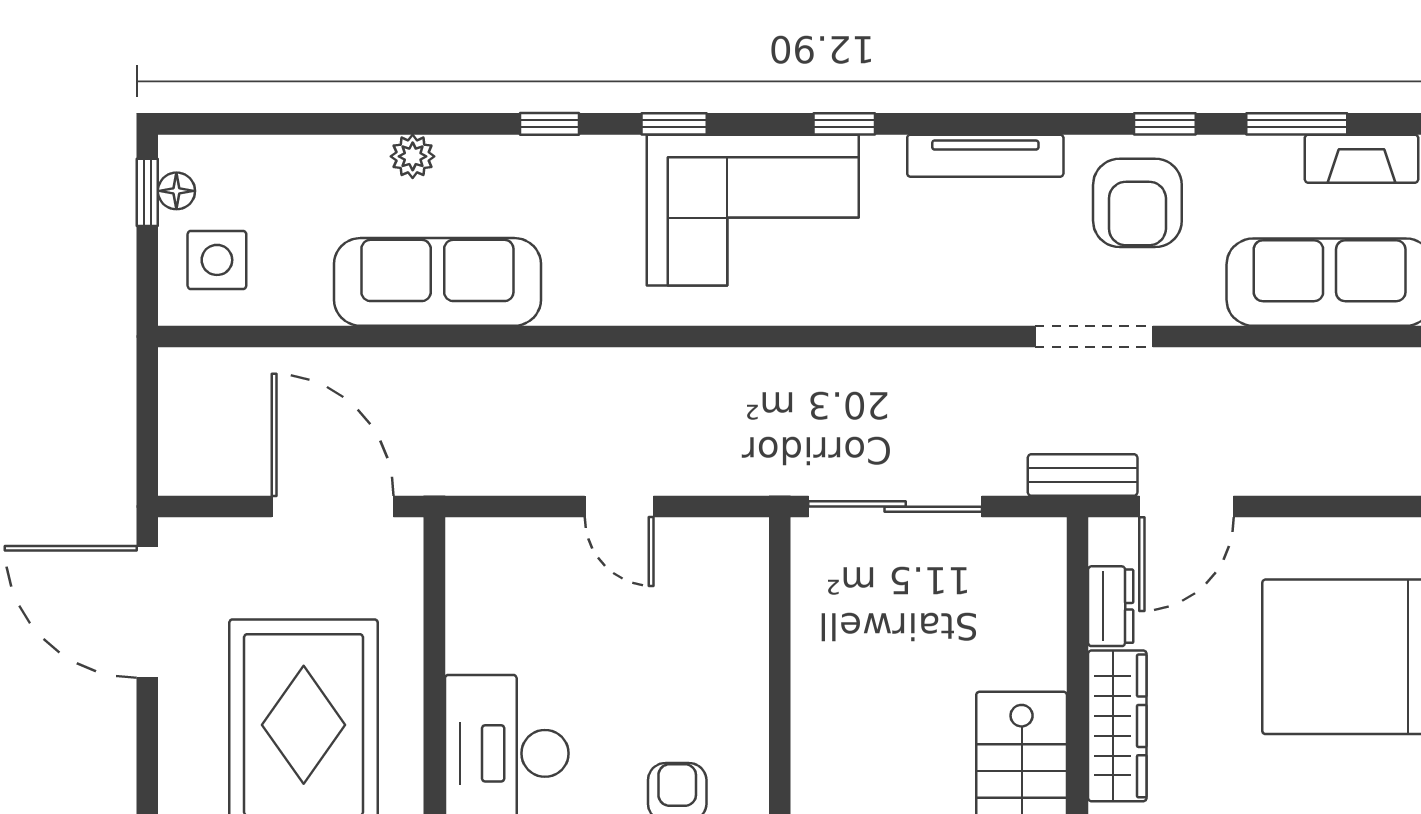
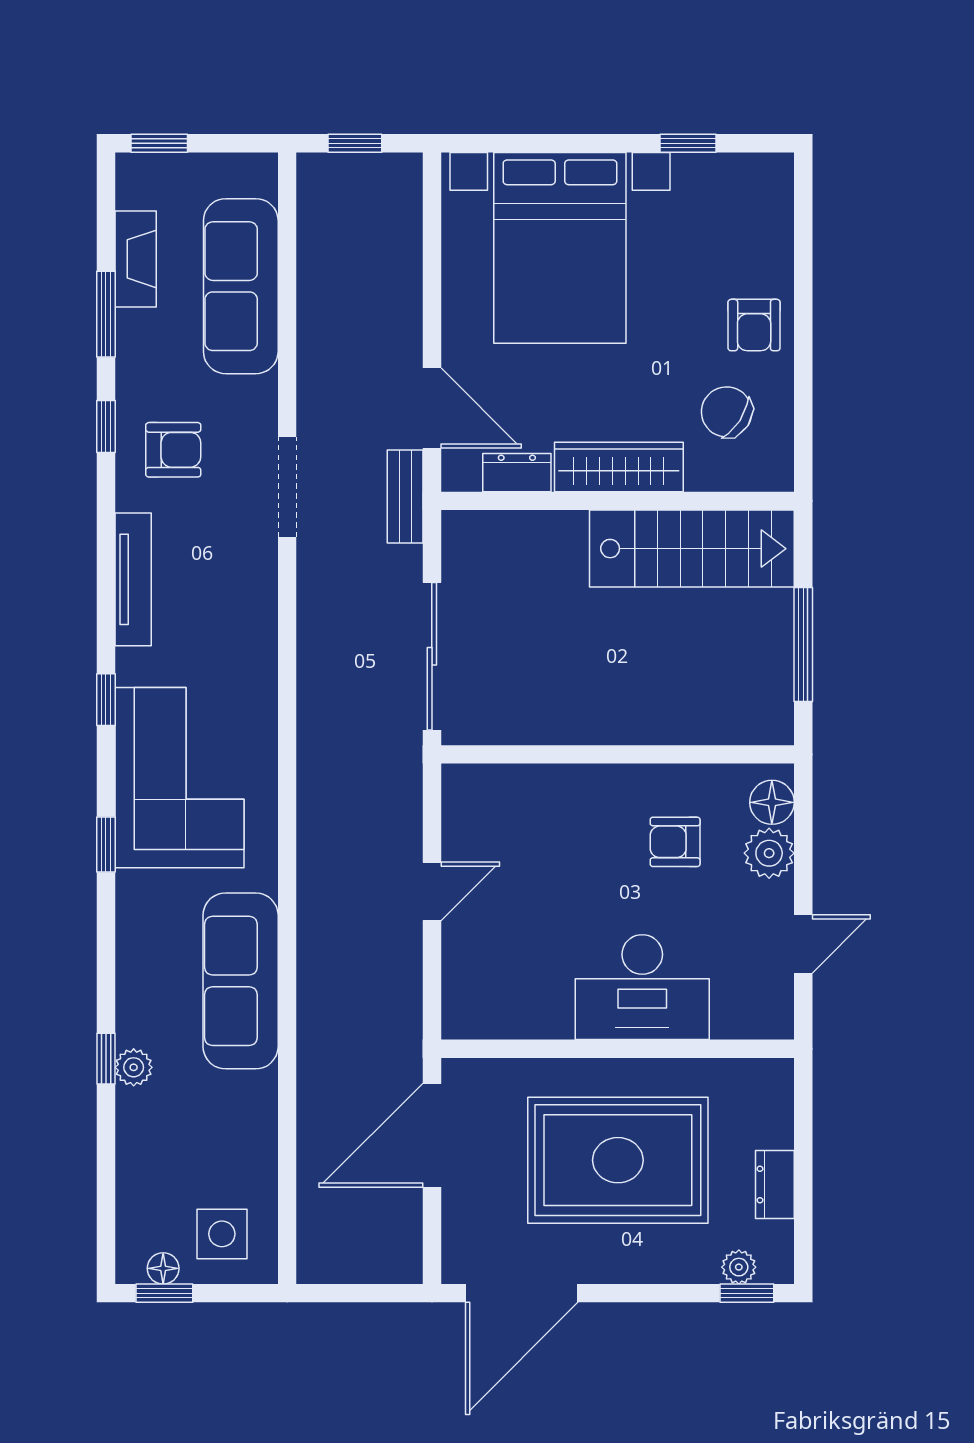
window: (549, 124) -> (106, 1059), moved
armchair: (1137, 203) -> (173, 450), width x0.72, depth x0.72
sofa: (437, 282) -> (241, 981), moved

